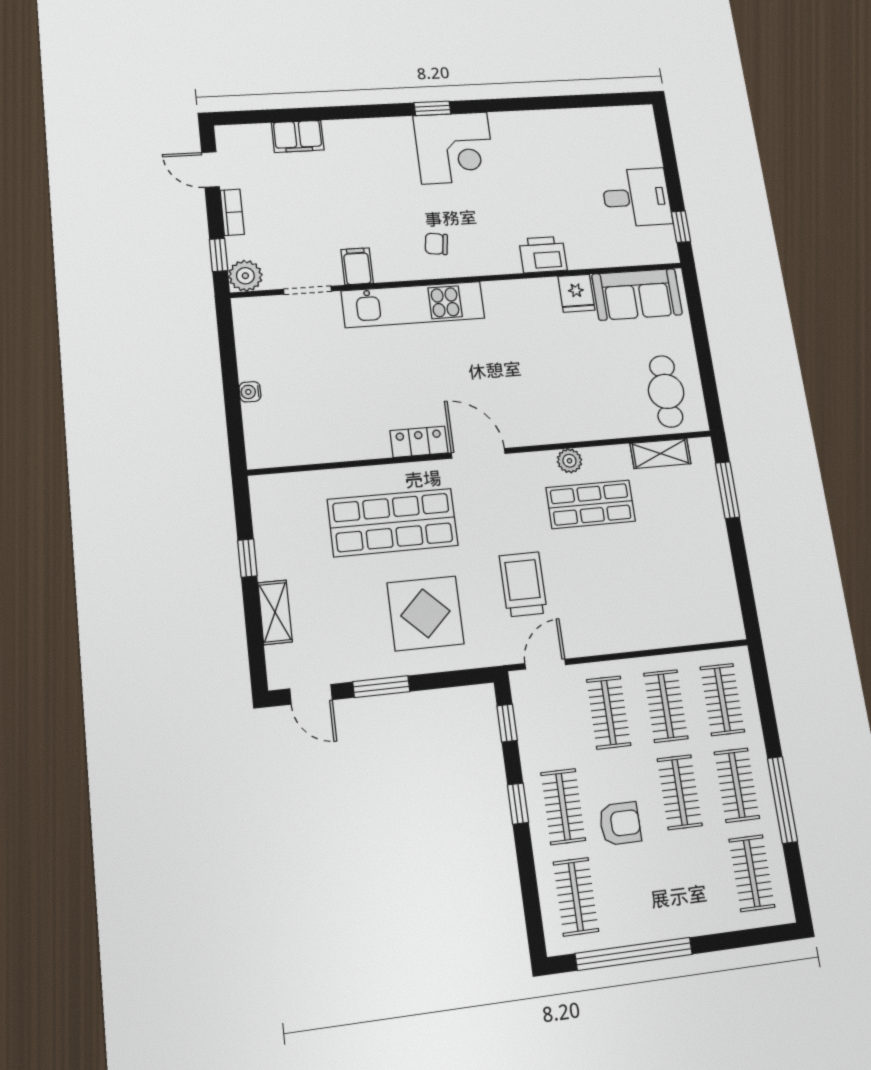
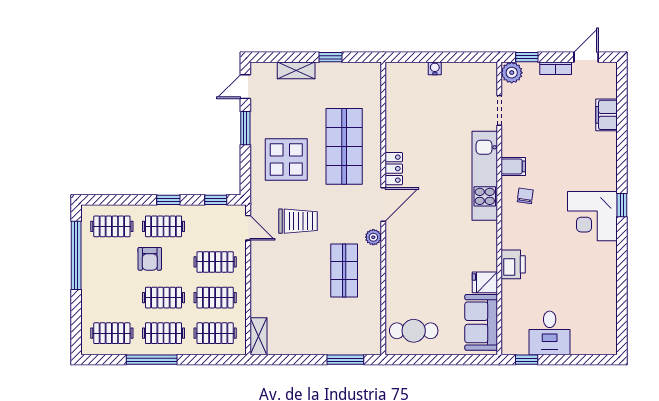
filing cabinet: (357, 266) -> (513, 166), moved
shelving: (660, 454) -> (258, 336), moved
plant: (569, 461) -> (373, 237), moved

